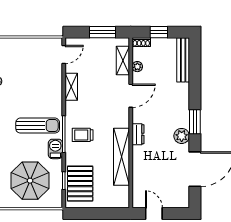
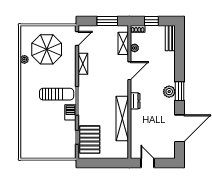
bench: (183, 60) -> (170, 38), width x0.73
trolley: (83, 135) -> (92, 101), removed
plant: (182, 136) -> (169, 92), moved
parasol: (30, 181) -> (47, 49), moved

